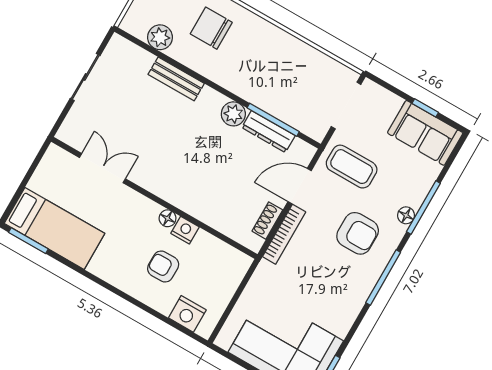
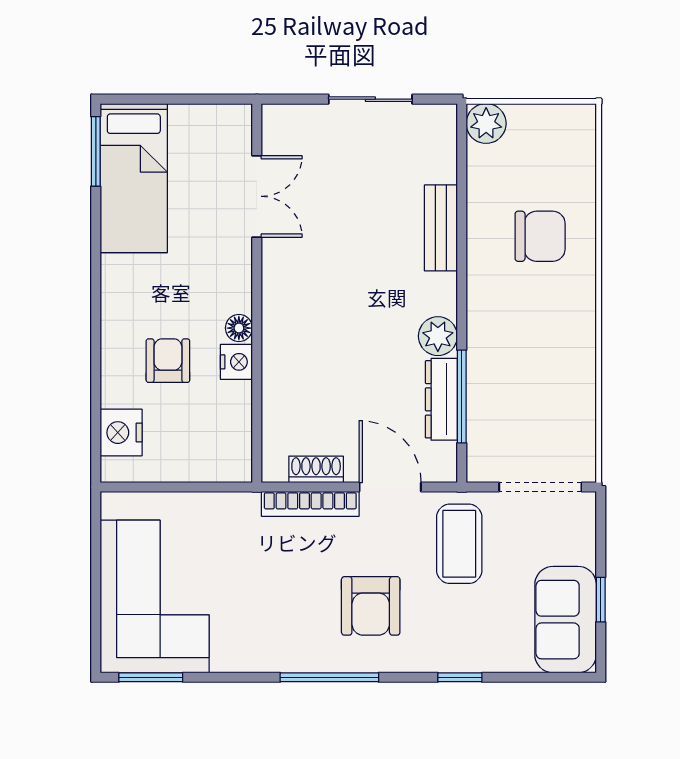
chair: (211, 28) -> (540, 236), turned 90
plant: (160, 37) -> (486, 123), moved
window: (423, 208) -> (460, 677), width x0.46
floor lamp: (406, 215) -> (435, 659), removed

